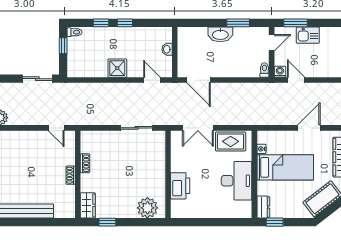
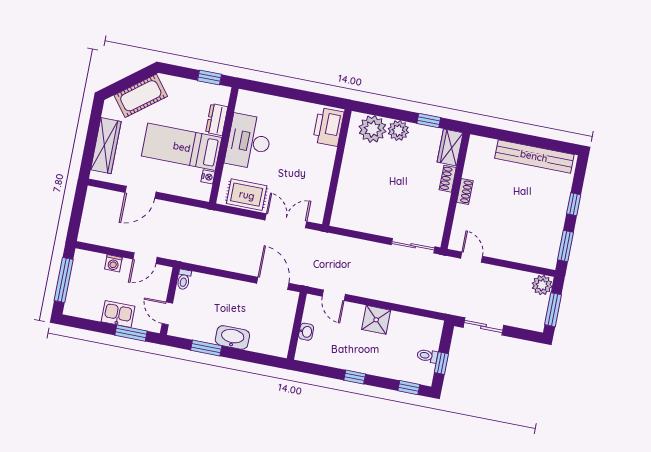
window: (101, 23) -> (409, 388), moved
toilet: (74, 32) -> (427, 356), moved
door: (272, 43) -> (167, 313), hinge flipped
washing machine: (280, 72) -> (113, 263), moved
door: (296, 80) -> (145, 258), hinge flipped
sliding door: (137, 128) -> (413, 246), moved
shoe rack: (85, 163) -> (448, 179), moved
printer: (180, 186) -> (328, 127), moved
dresser: (263, 207) -> (217, 120), moved
plant: (128, 210) -> (398, 131), added

